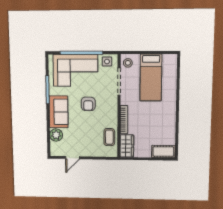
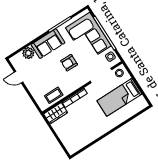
cot: (163, 152) -> (69, 144), removed

